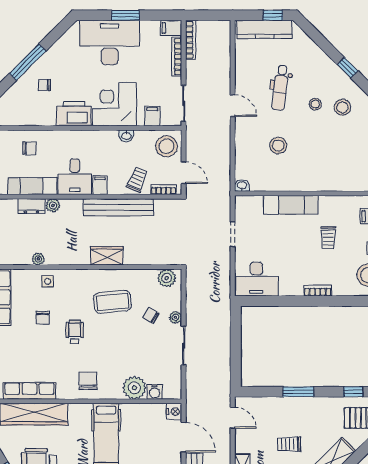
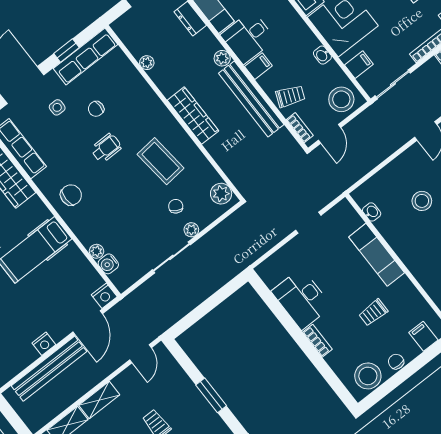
washbasin: (242, 185) -> (372, 212), moved
plant: (53, 205) -> (222, 58), moved
wardrobe: (107, 256) -> (193, 116), width x1.50
desk: (256, 279) -> (302, 299), moved
side table: (48, 281) -> (57, 107), moved
plant: (134, 388) -> (96, 251), width x0.53, depth x0.53

